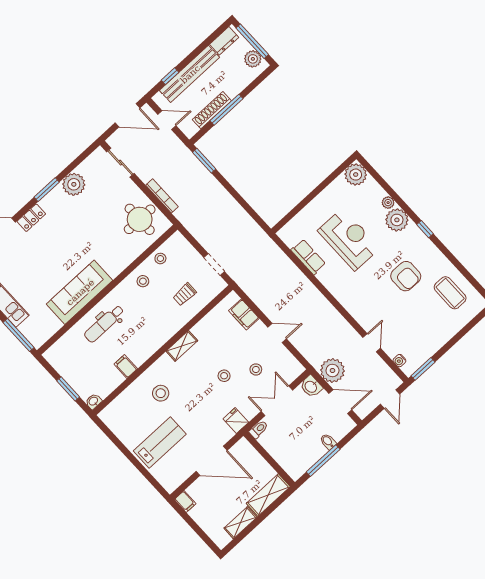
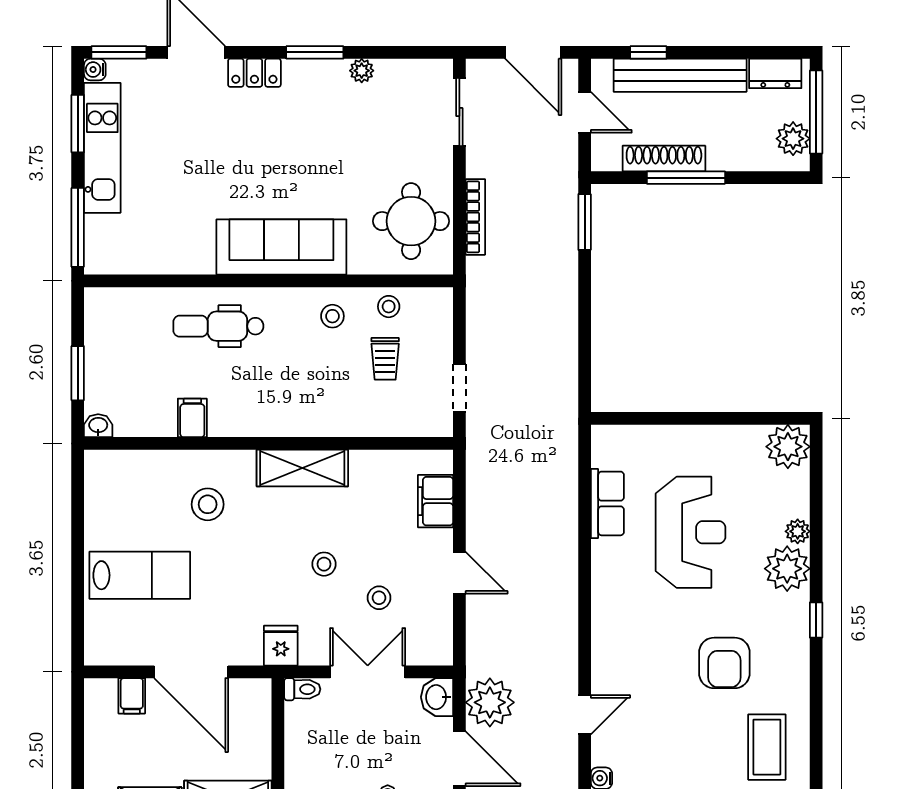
plant: (74, 184) -> (362, 71), width x0.53, depth x0.53
sofa: (80, 292) -> (281, 247), moved
trolley: (185, 294) -> (385, 359), moved, turned -90
shelving: (182, 346) -> (302, 468), width x1.50, depth x1.33
filing cabinet: (185, 502) -> (132, 696), moved

